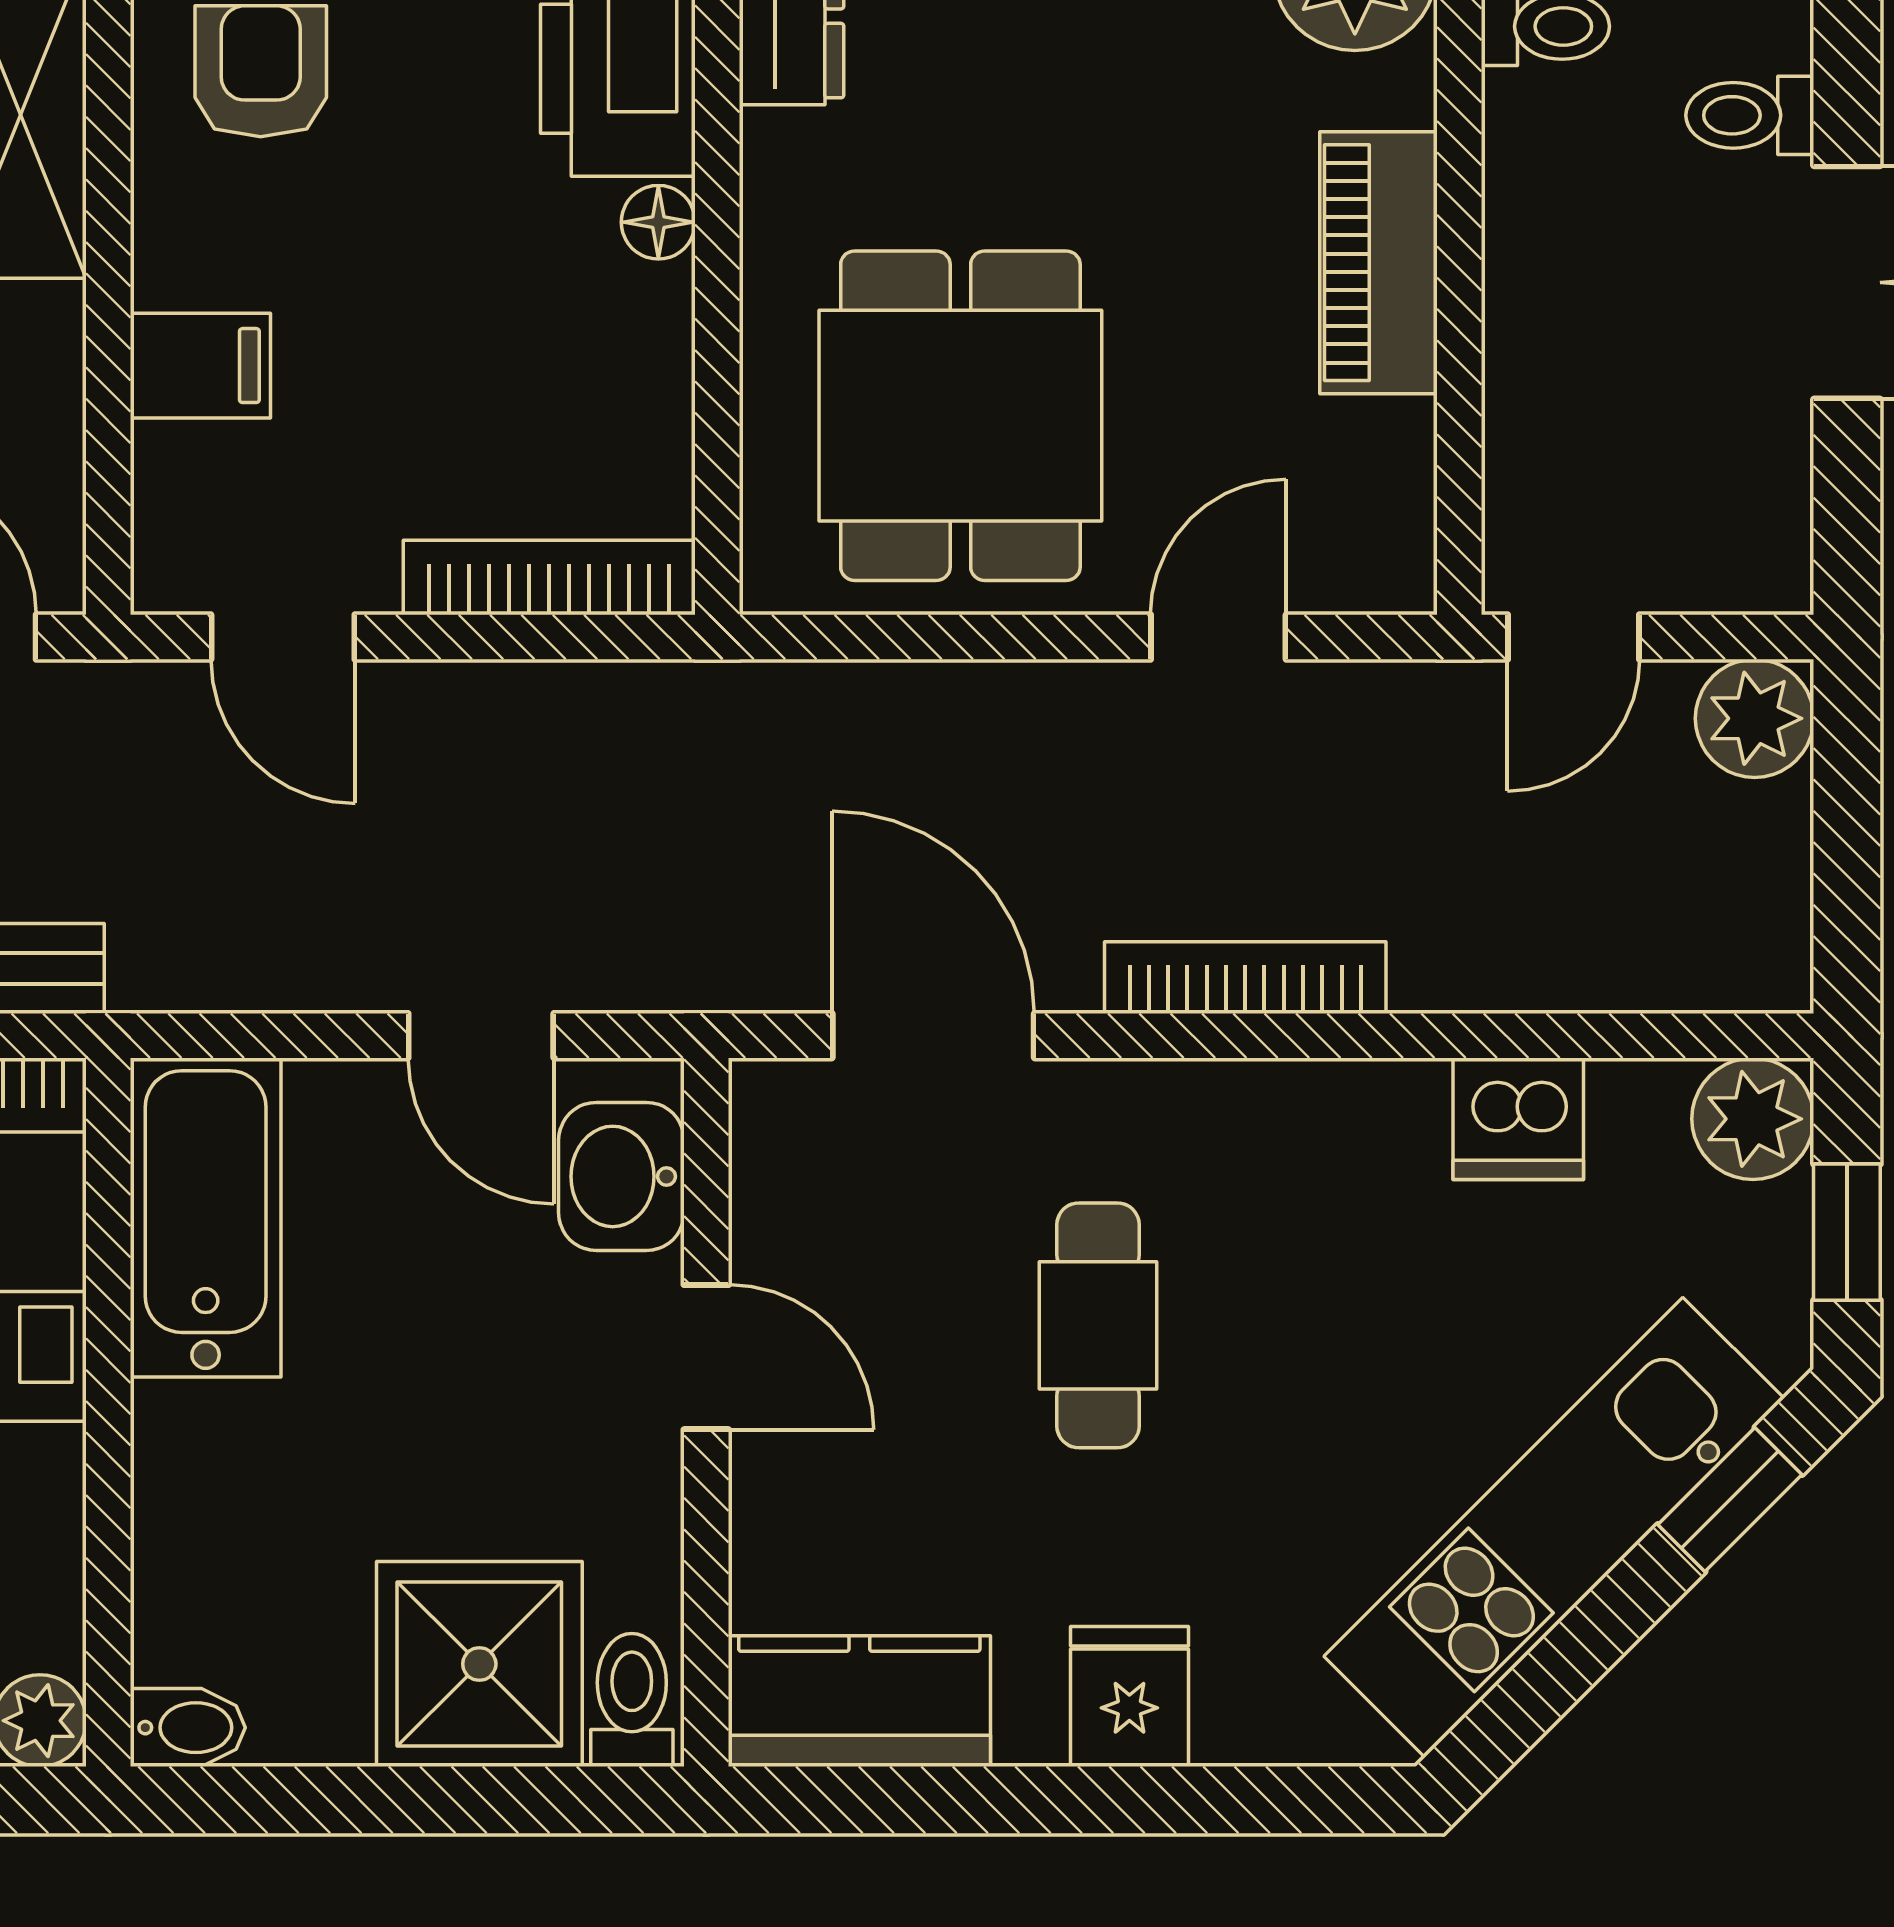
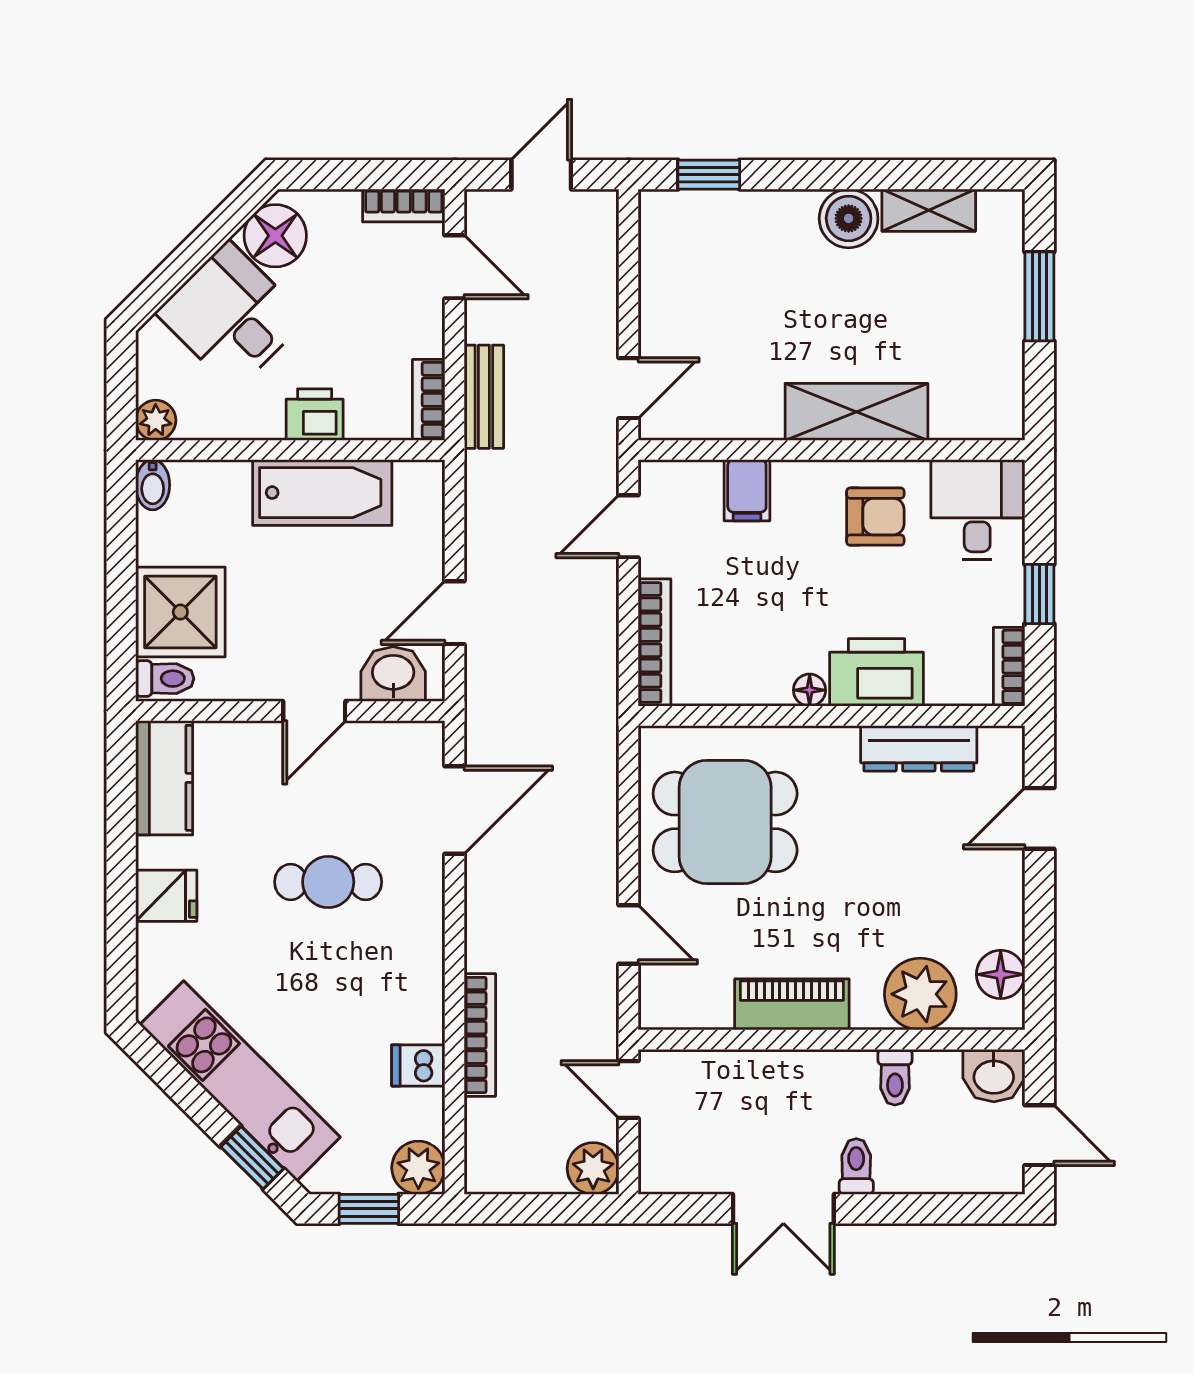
bookcase: (1245, 978) -> (480, 1035), moved
dishwasher: (1518, 1119) -> (418, 1065), width x0.73
bathtub: (206, 1218) -> (322, 493), moved

